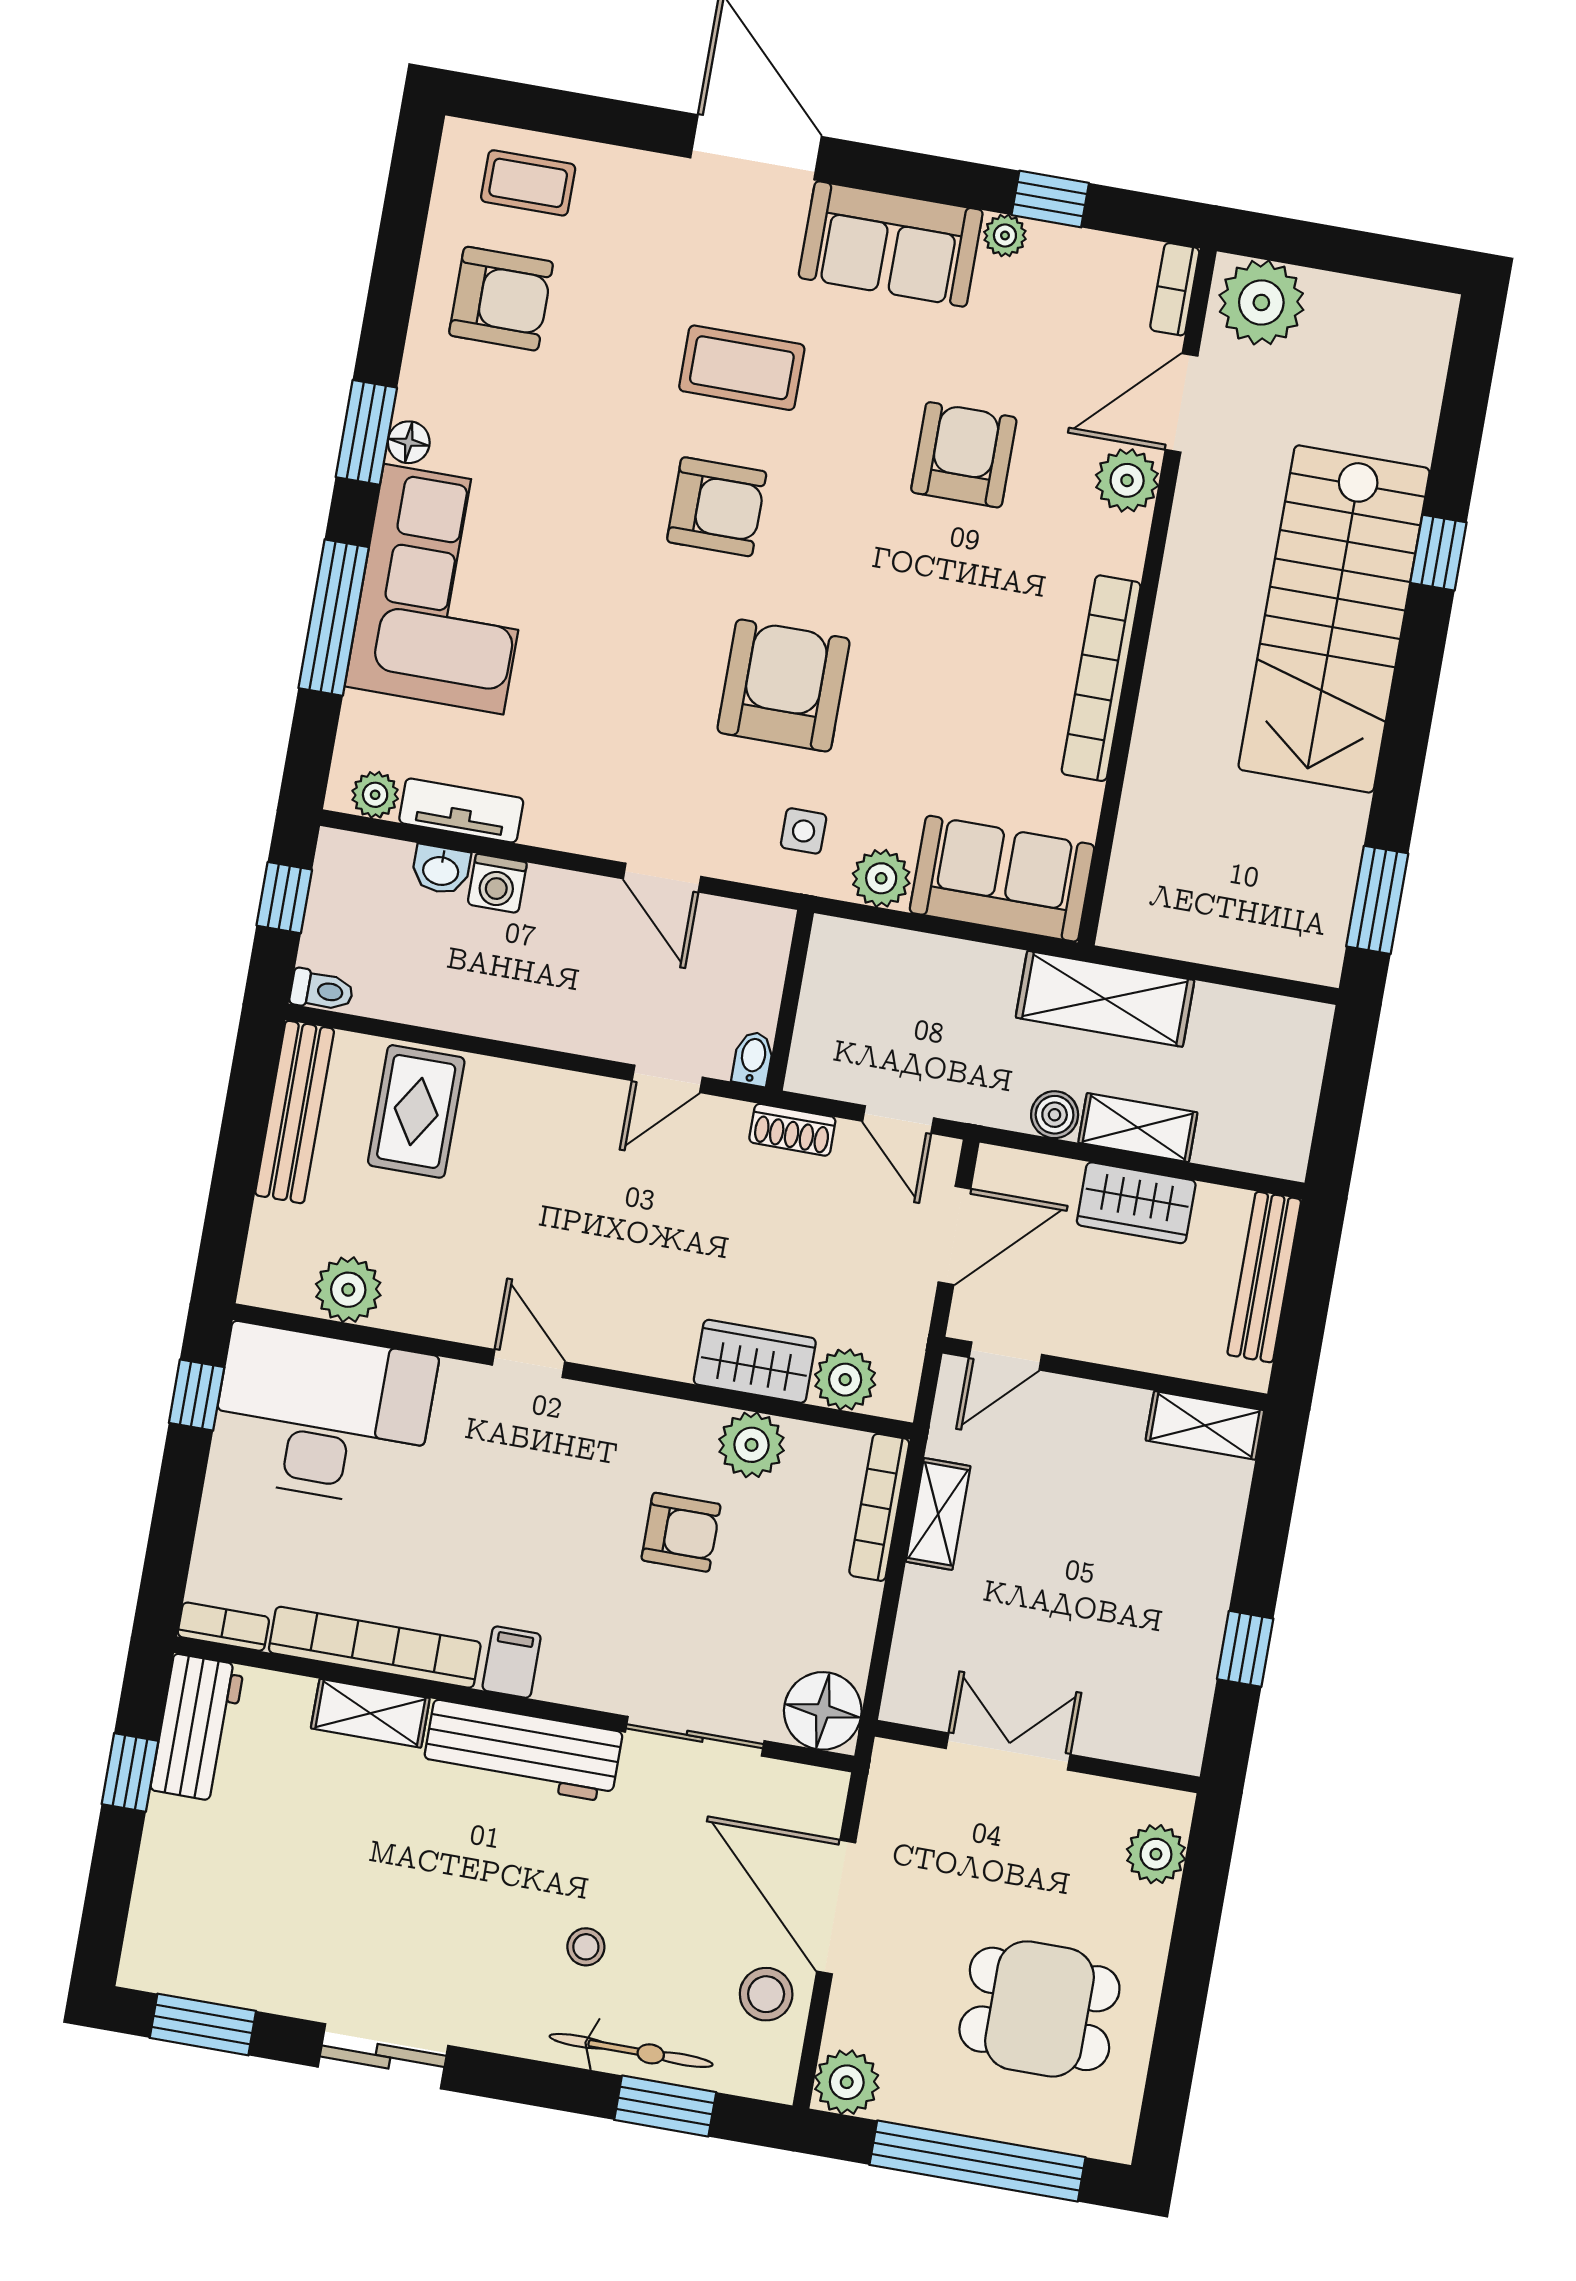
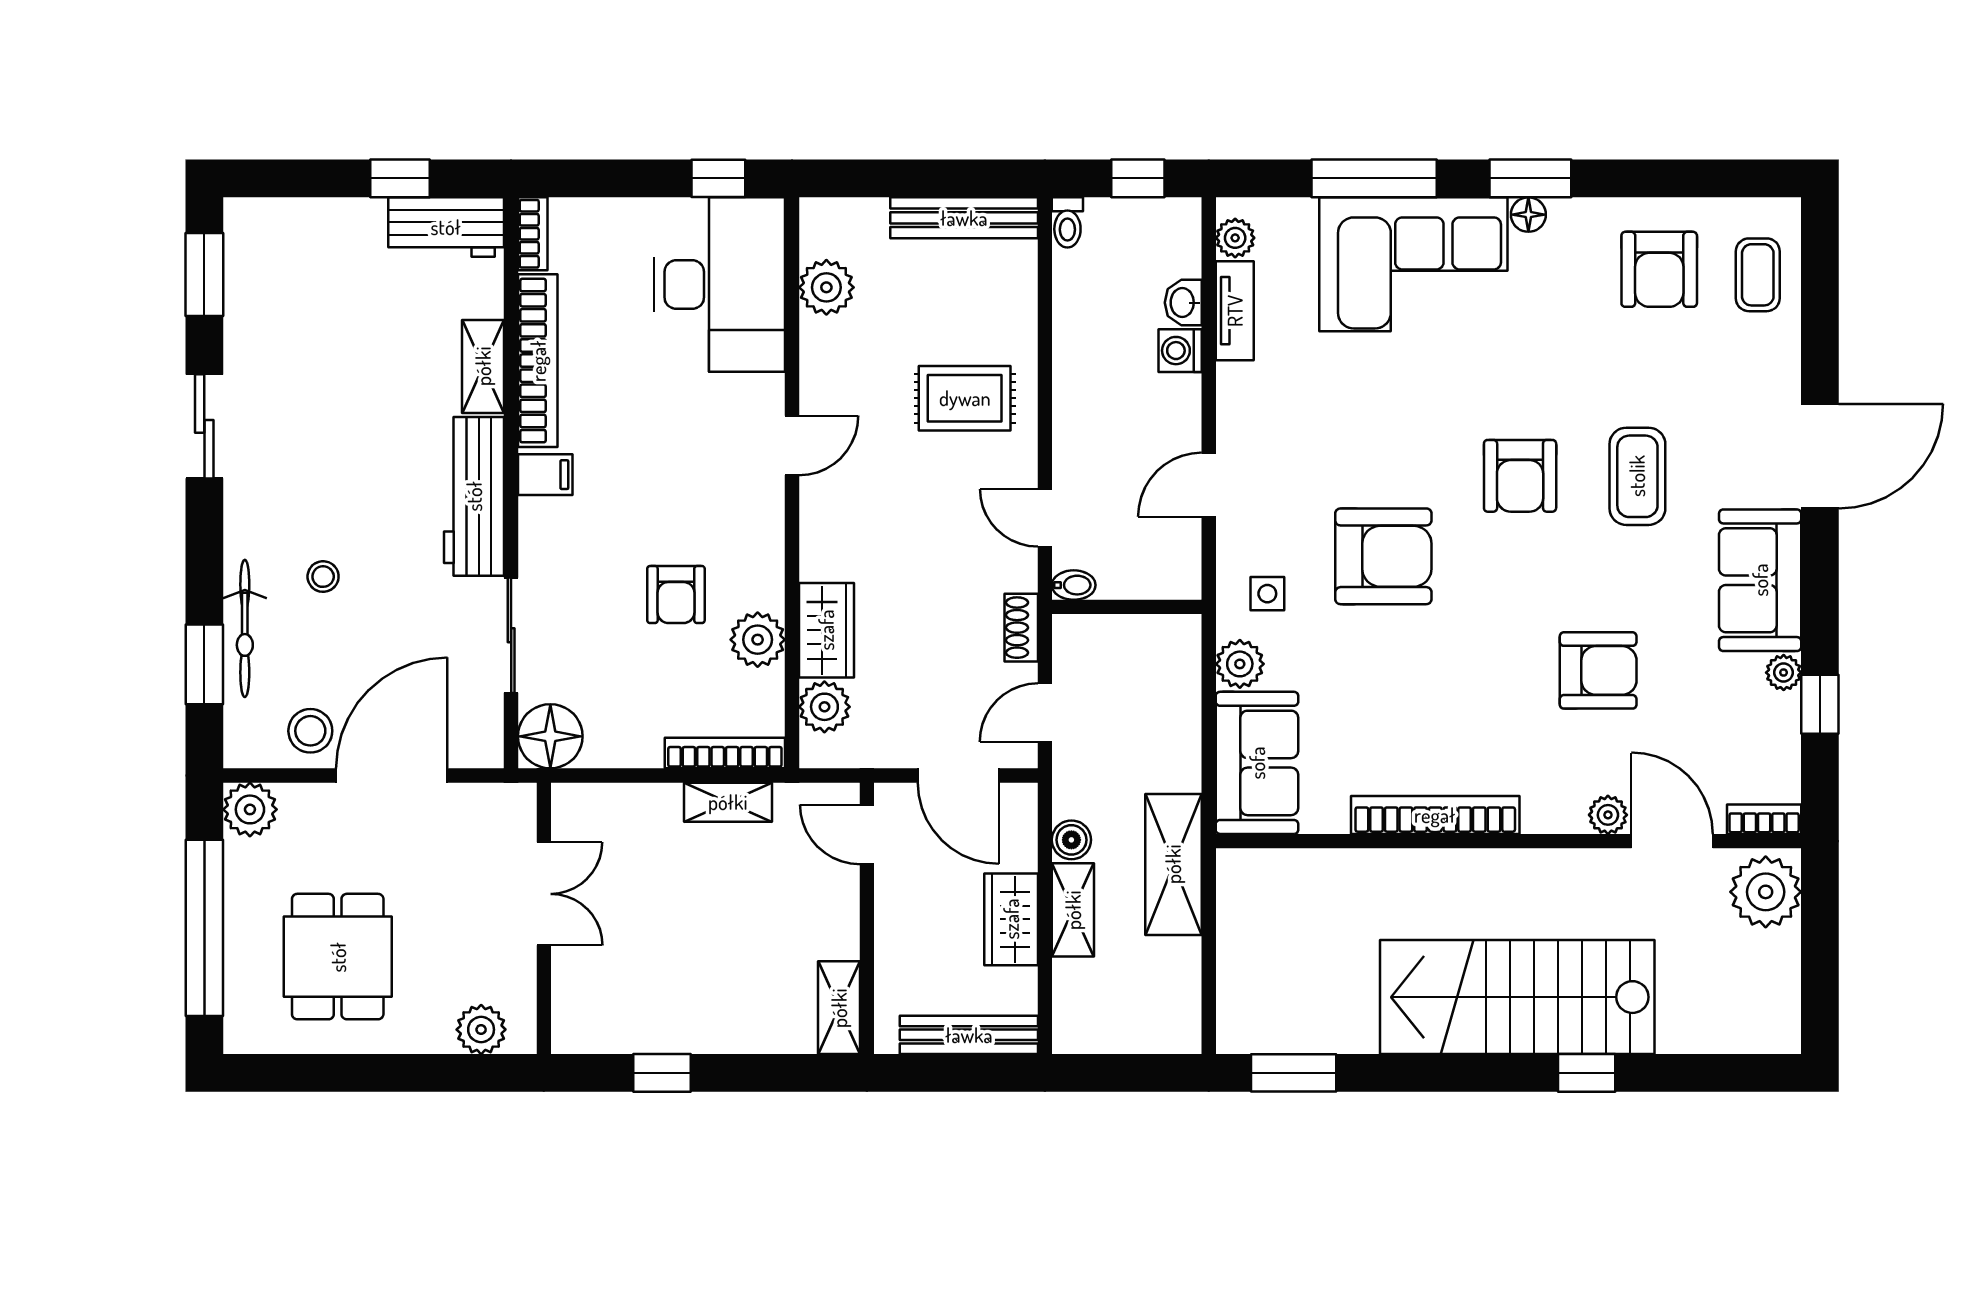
plant: (1127, 480) -> (1608, 815), width x0.73, depth x0.73
rug: (416, 1111) -> (965, 398), moved

